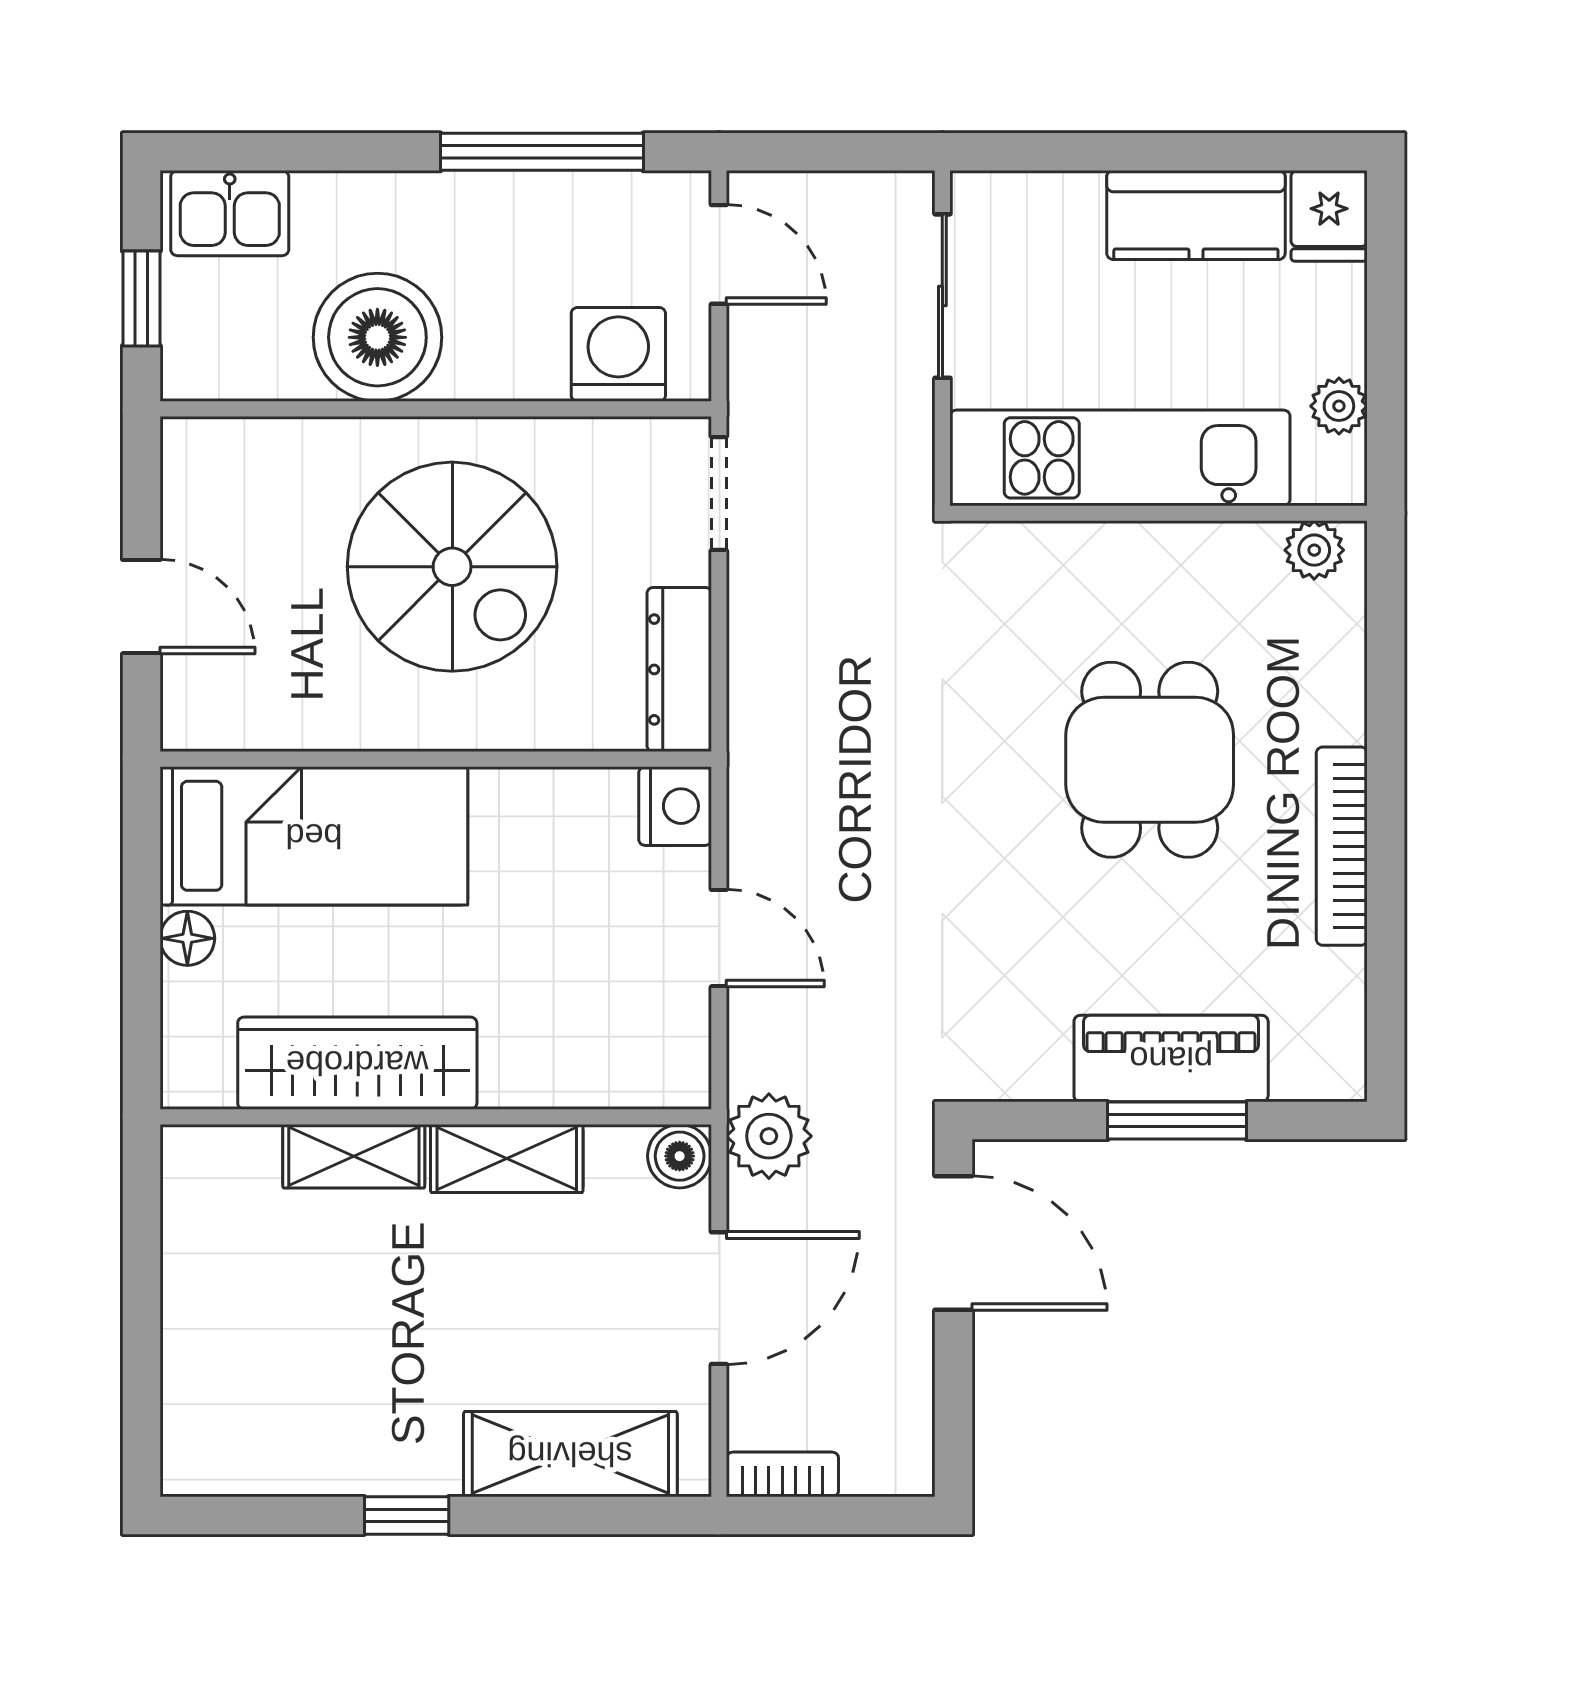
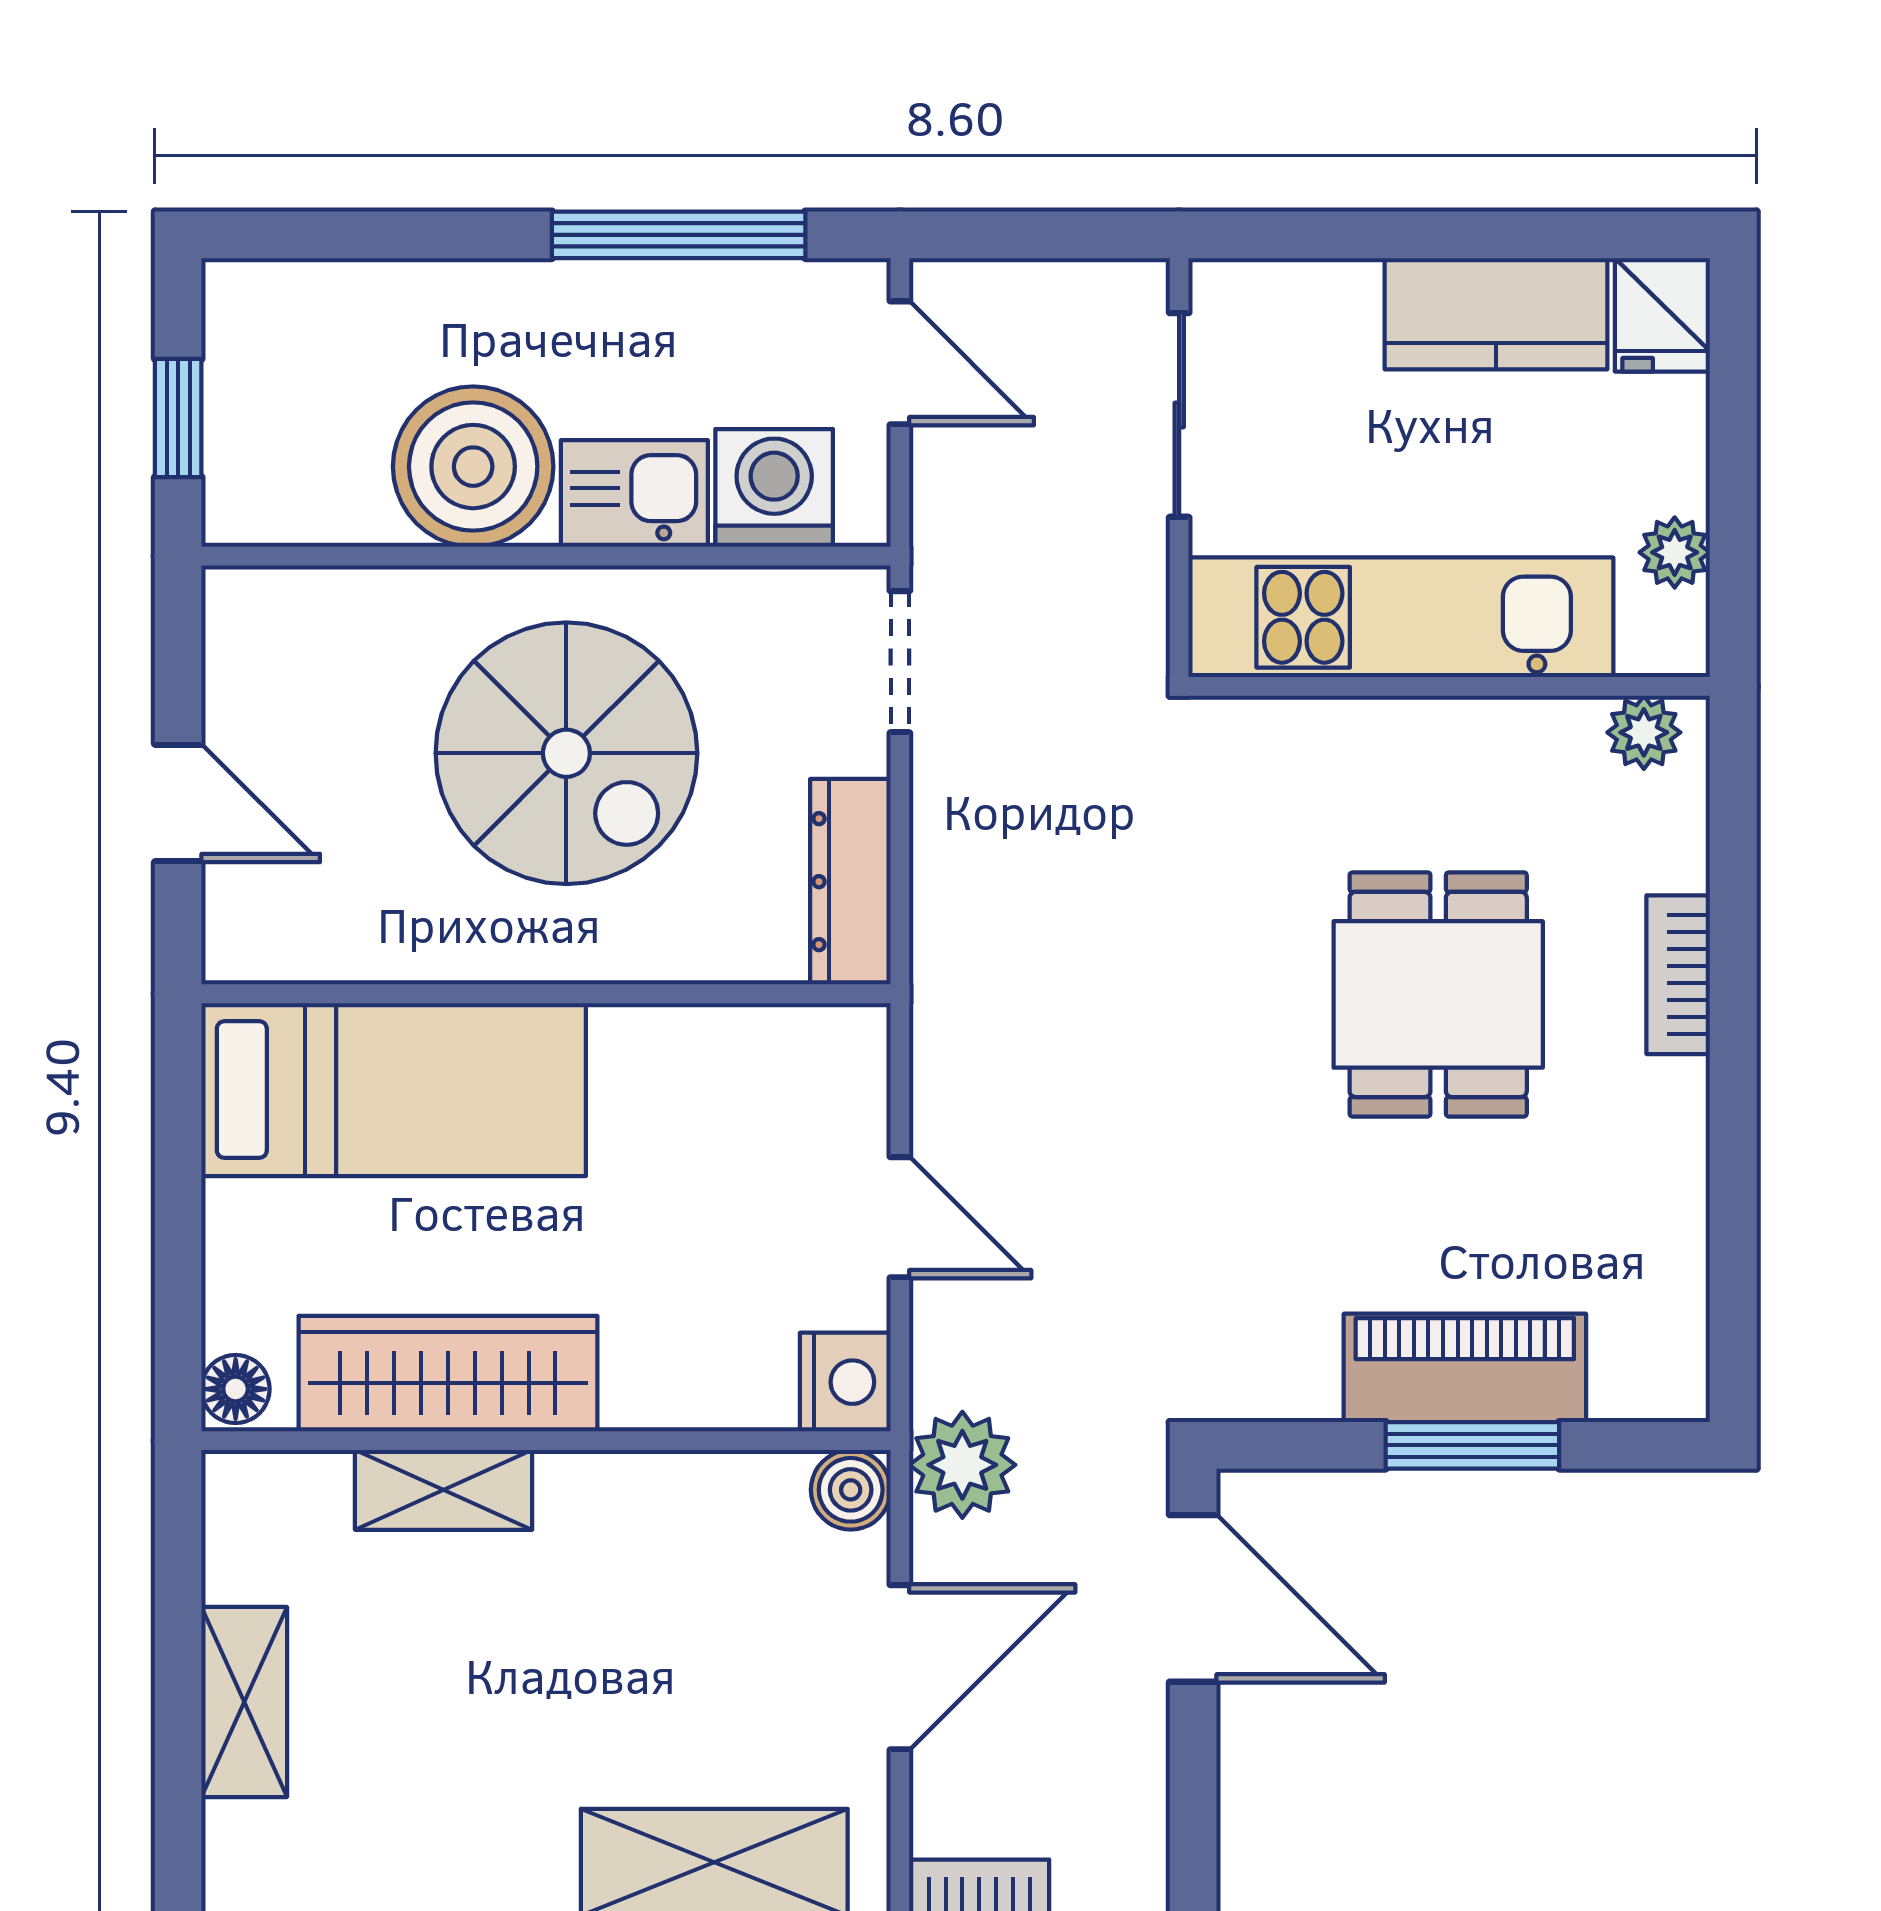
kitchen sink: (230, 213) -> (634, 493), moved, turned 180
nightstand: (675, 806) -> (845, 1382), moved
bookcase: (1342, 846) -> (1678, 975), moved, width x0.64
floor lamp: (187, 938) -> (236, 1389), moved
shelving: (507, 1158) -> (244, 1702), moved, turned 90

